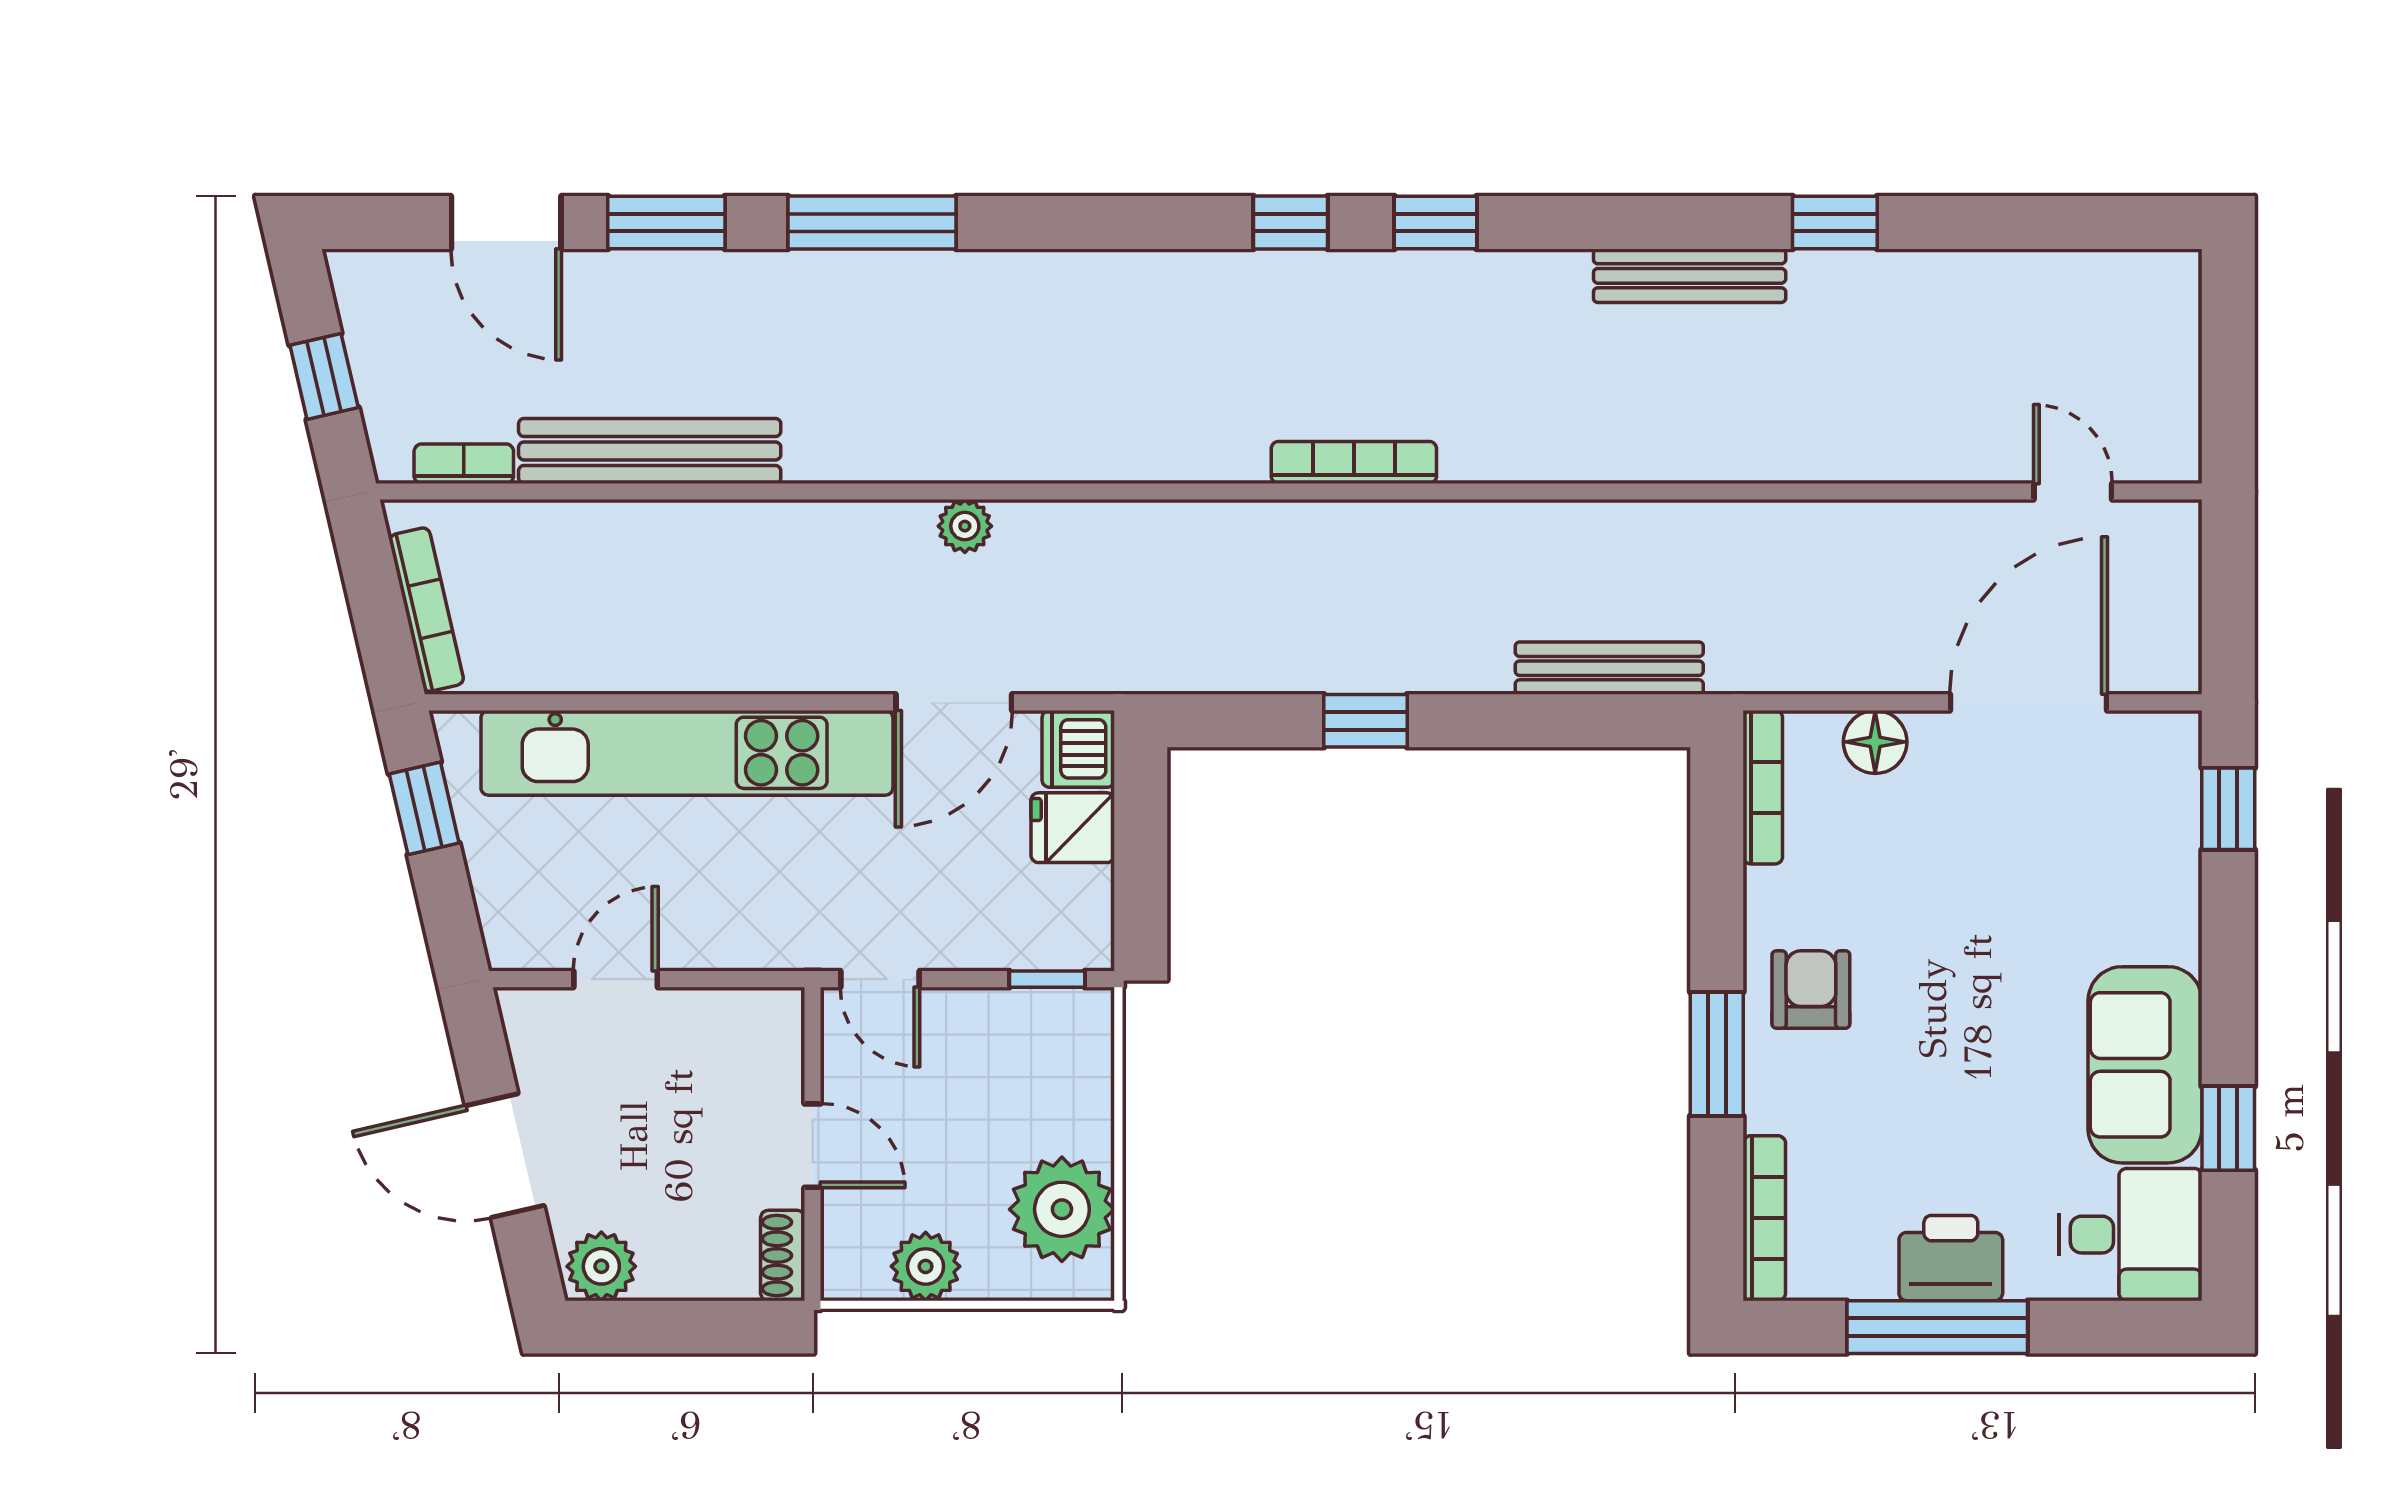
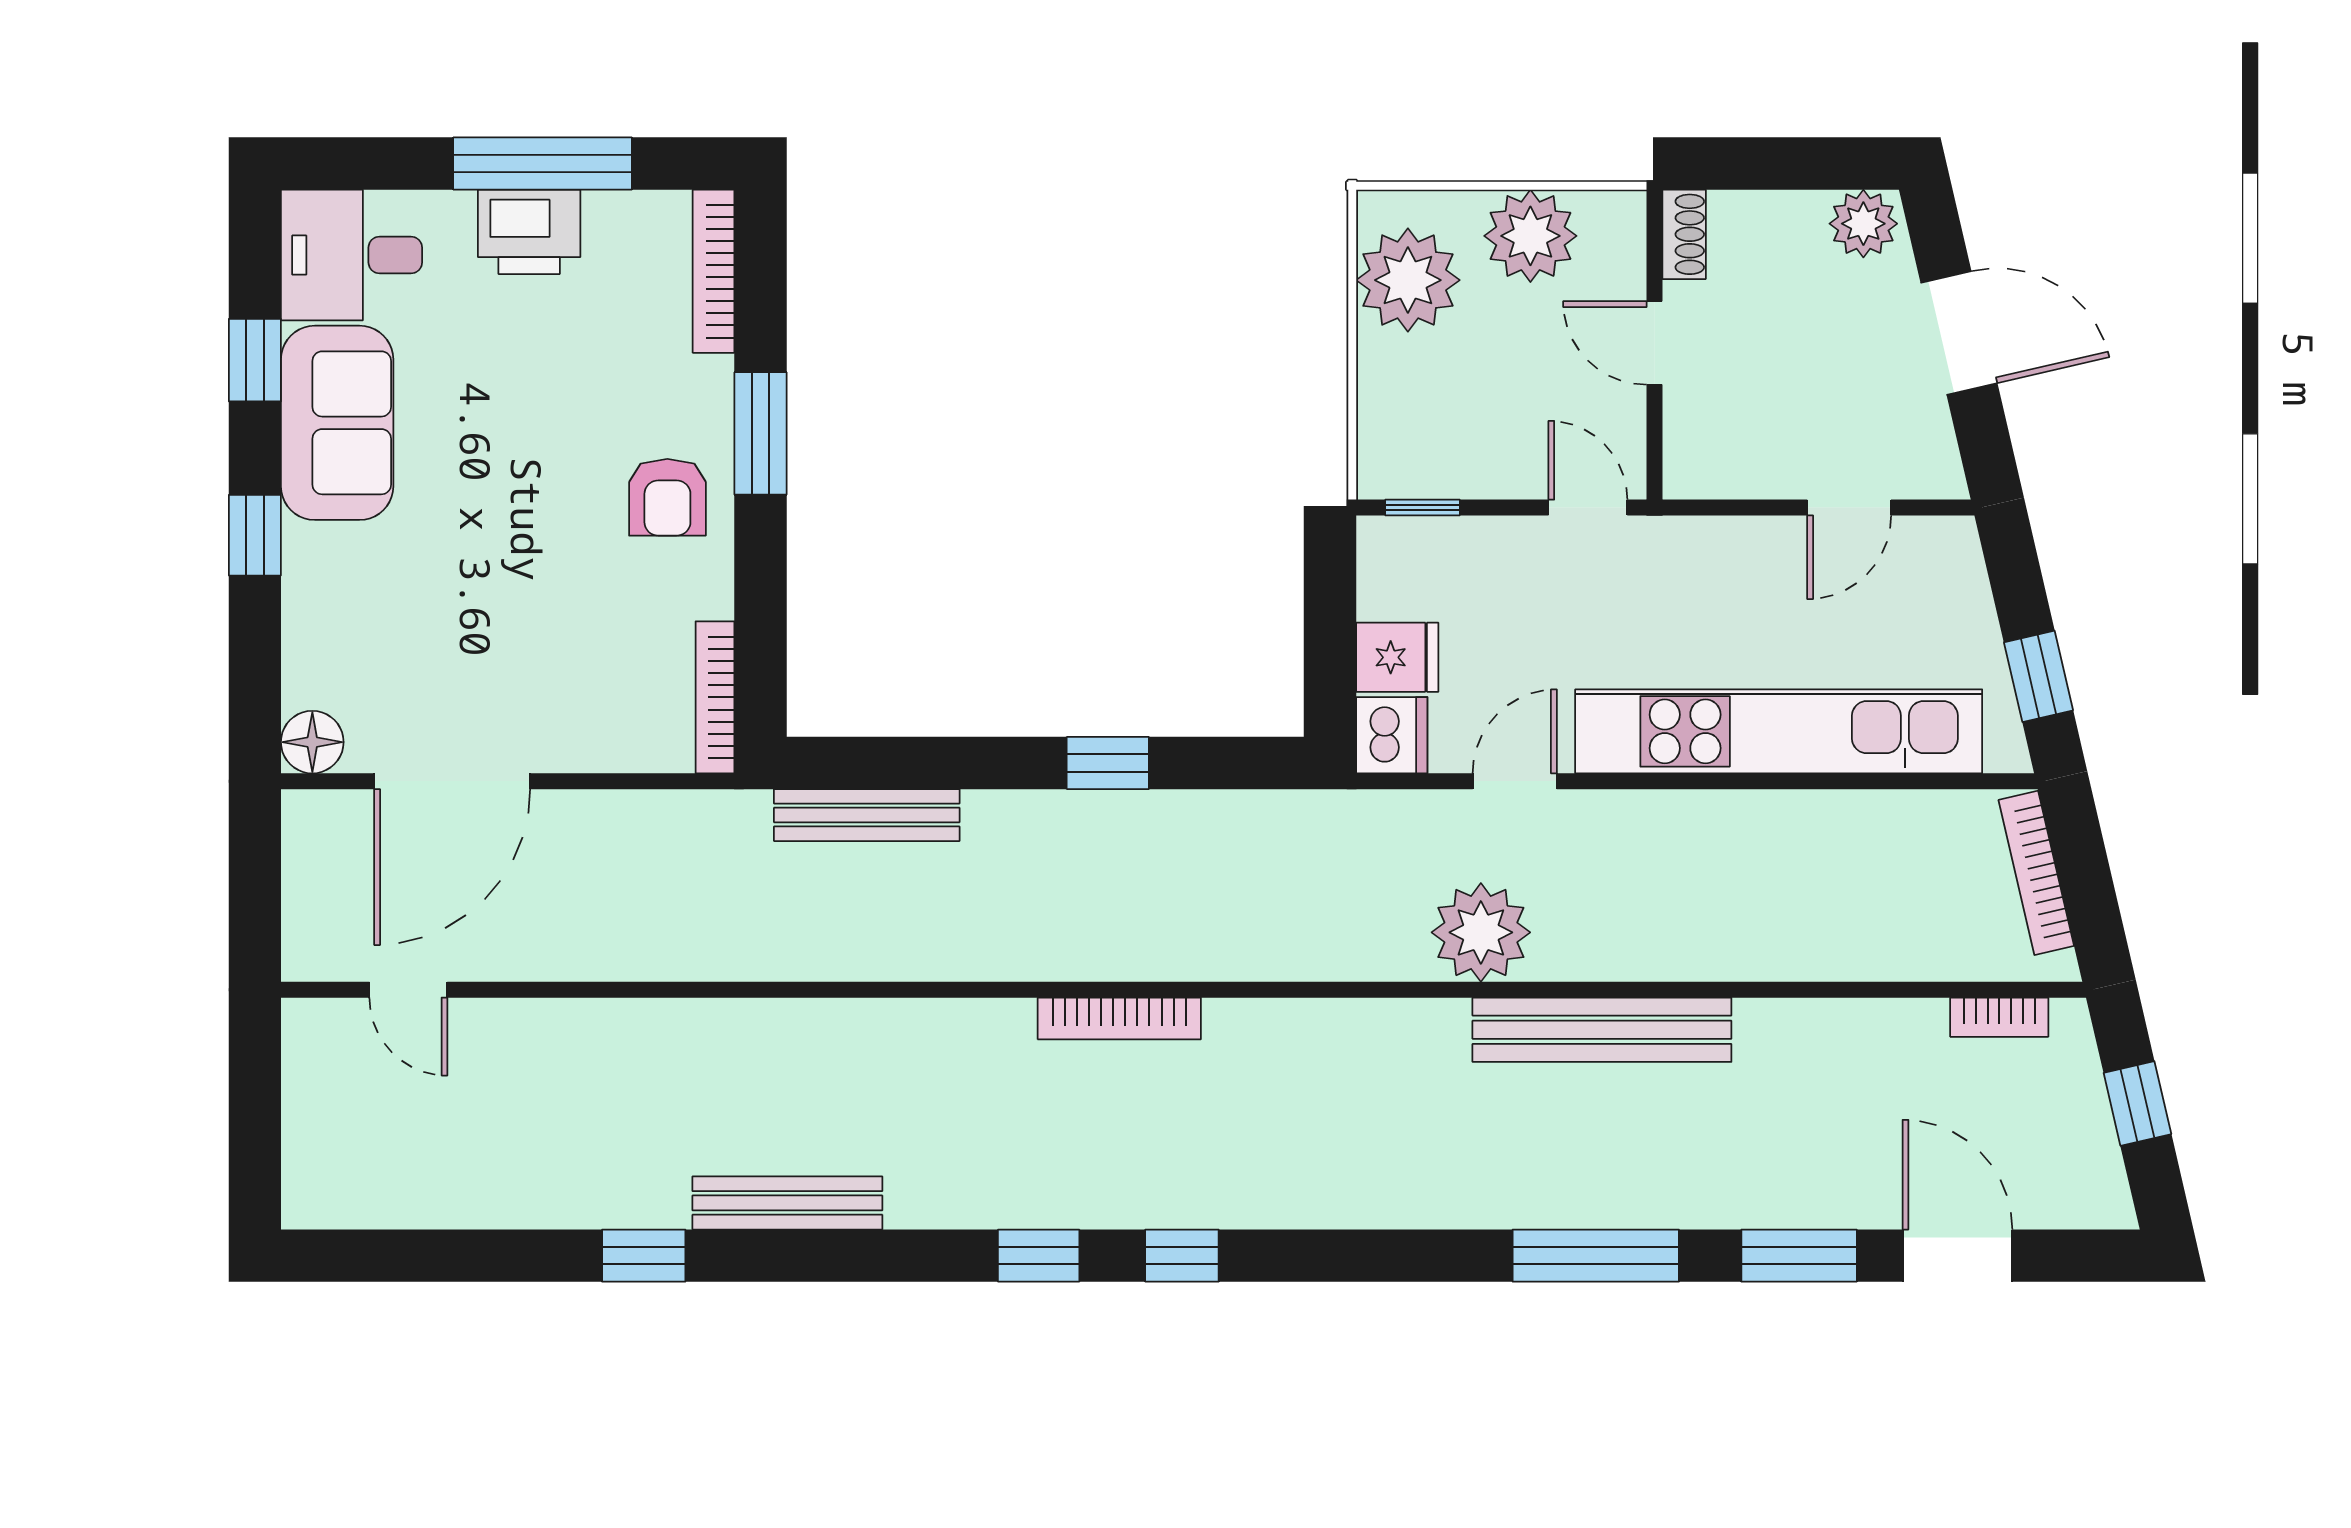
bench: (650, 451) -> (1602, 1030), moved
plant: (965, 526) -> (1481, 932), width x1.88, depth x1.88
door: (954, 702) -> (1515, 781), width x0.73
floor lamp: (1875, 742) -> (312, 742), moved
window: (2228, 809) -> (255, 535), moved
plant: (926, 1266) -> (1530, 236), width x1.36, depth x1.36

